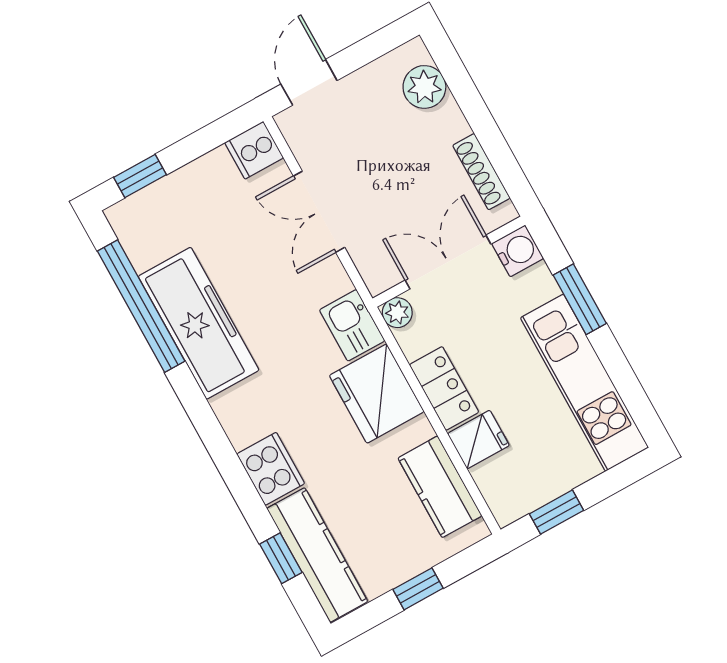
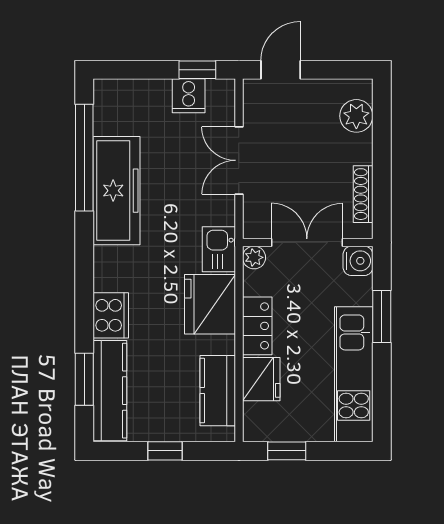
cooker: (254, 150) -> (189, 96), moved, turned -90
window: (140, 176) -> (197, 70), moved
fridge: (478, 440) -> (261, 379), width x1.38
window: (281, 558) -> (84, 379), width x1.50

